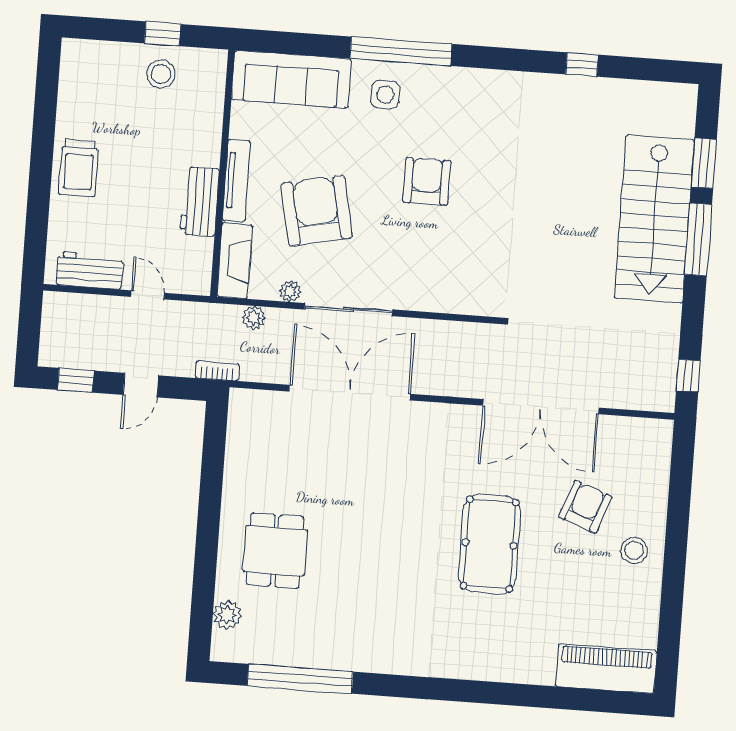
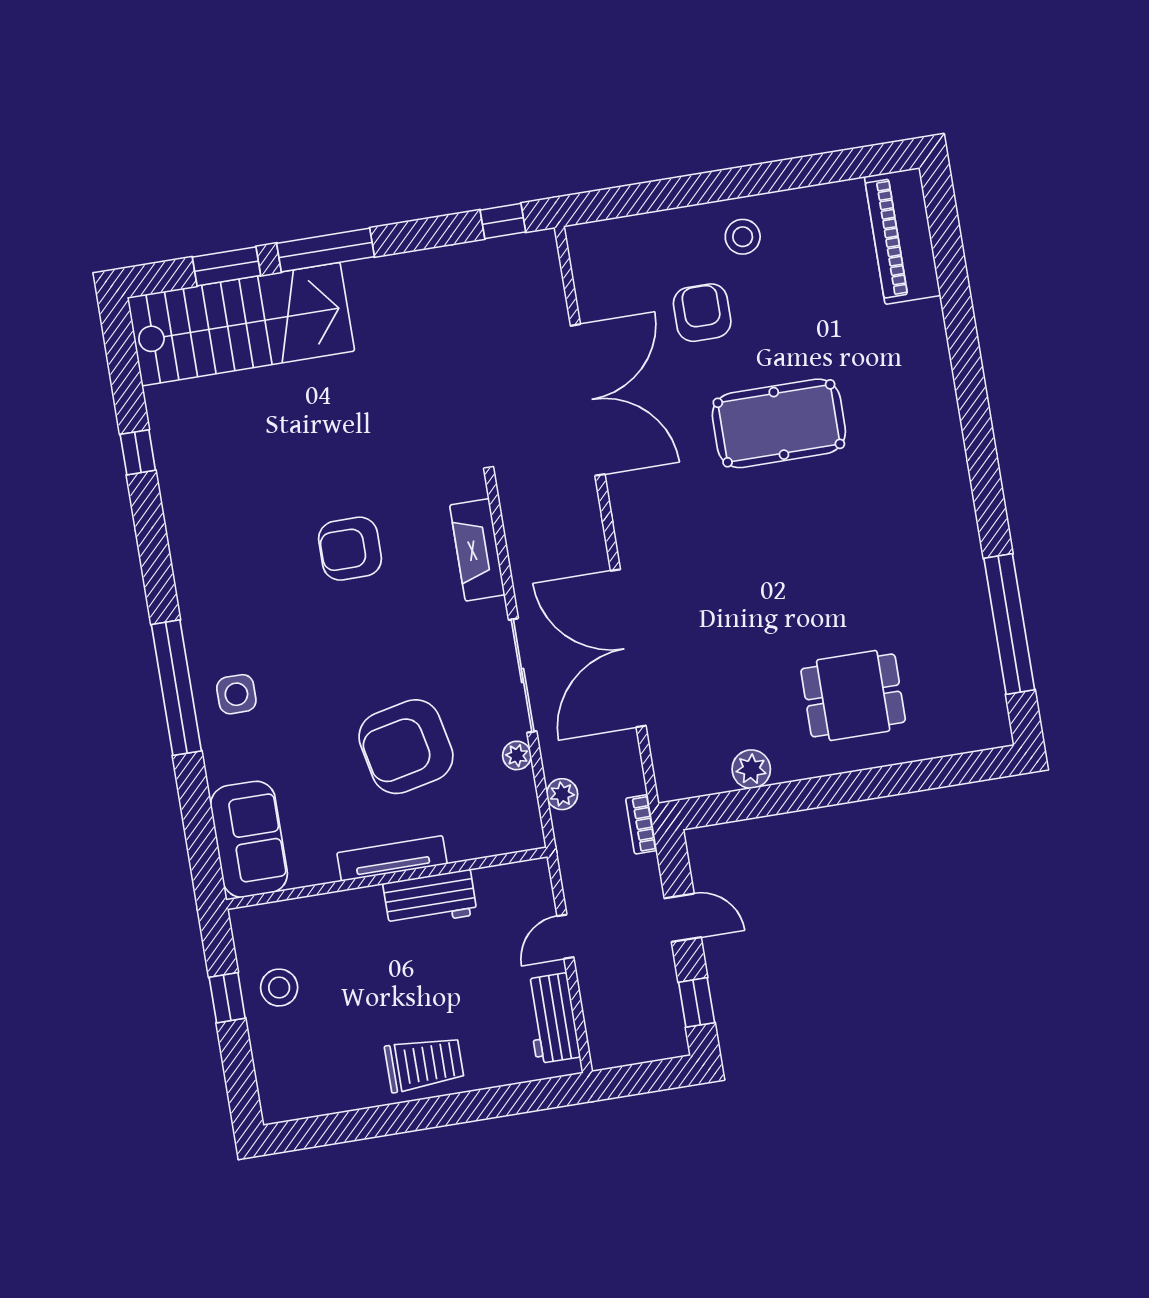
sofa: (291, 79) -> (249, 839), width x0.73
armchair: (427, 181) -> (350, 549), moved
stairs: (654, 219) -> (241, 324), moved
fireplace: (235, 261) -> (477, 550), moved, turned -90
armchair: (585, 507) -> (702, 313), turned 70
plant: (227, 615) -> (751, 769), moved

